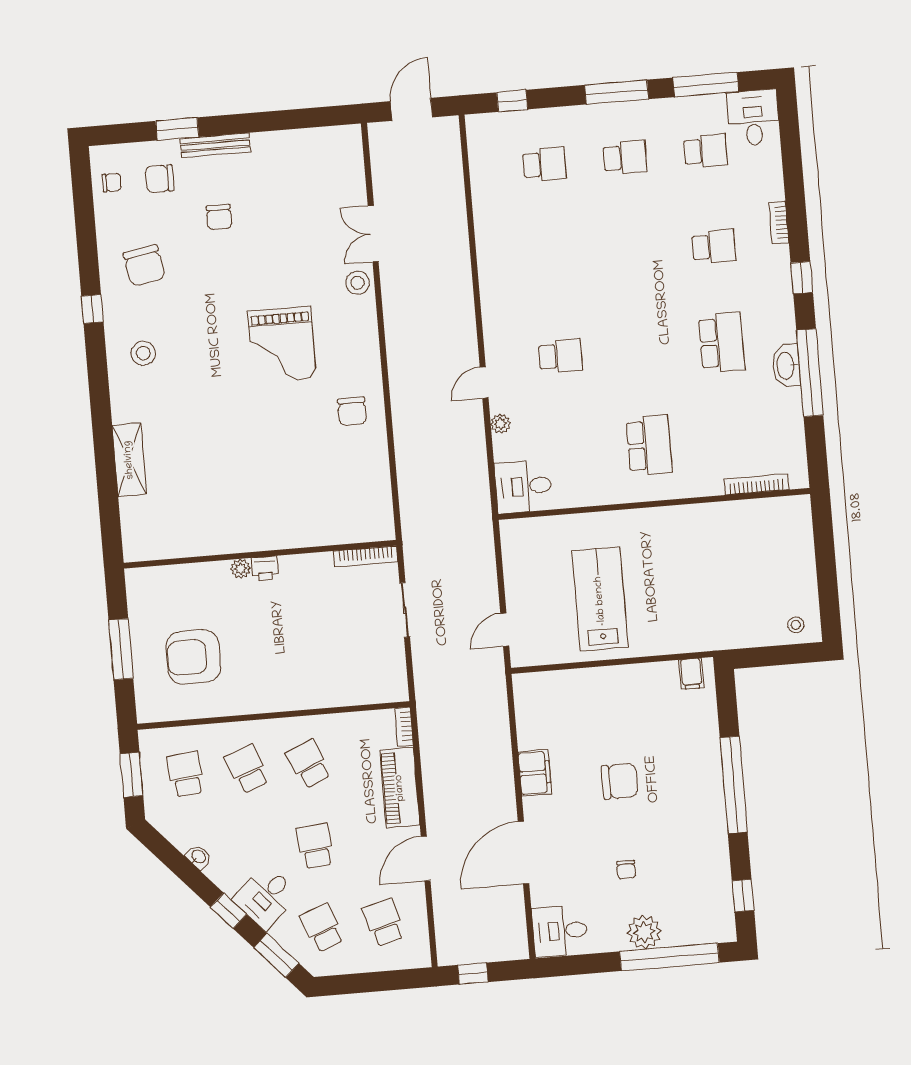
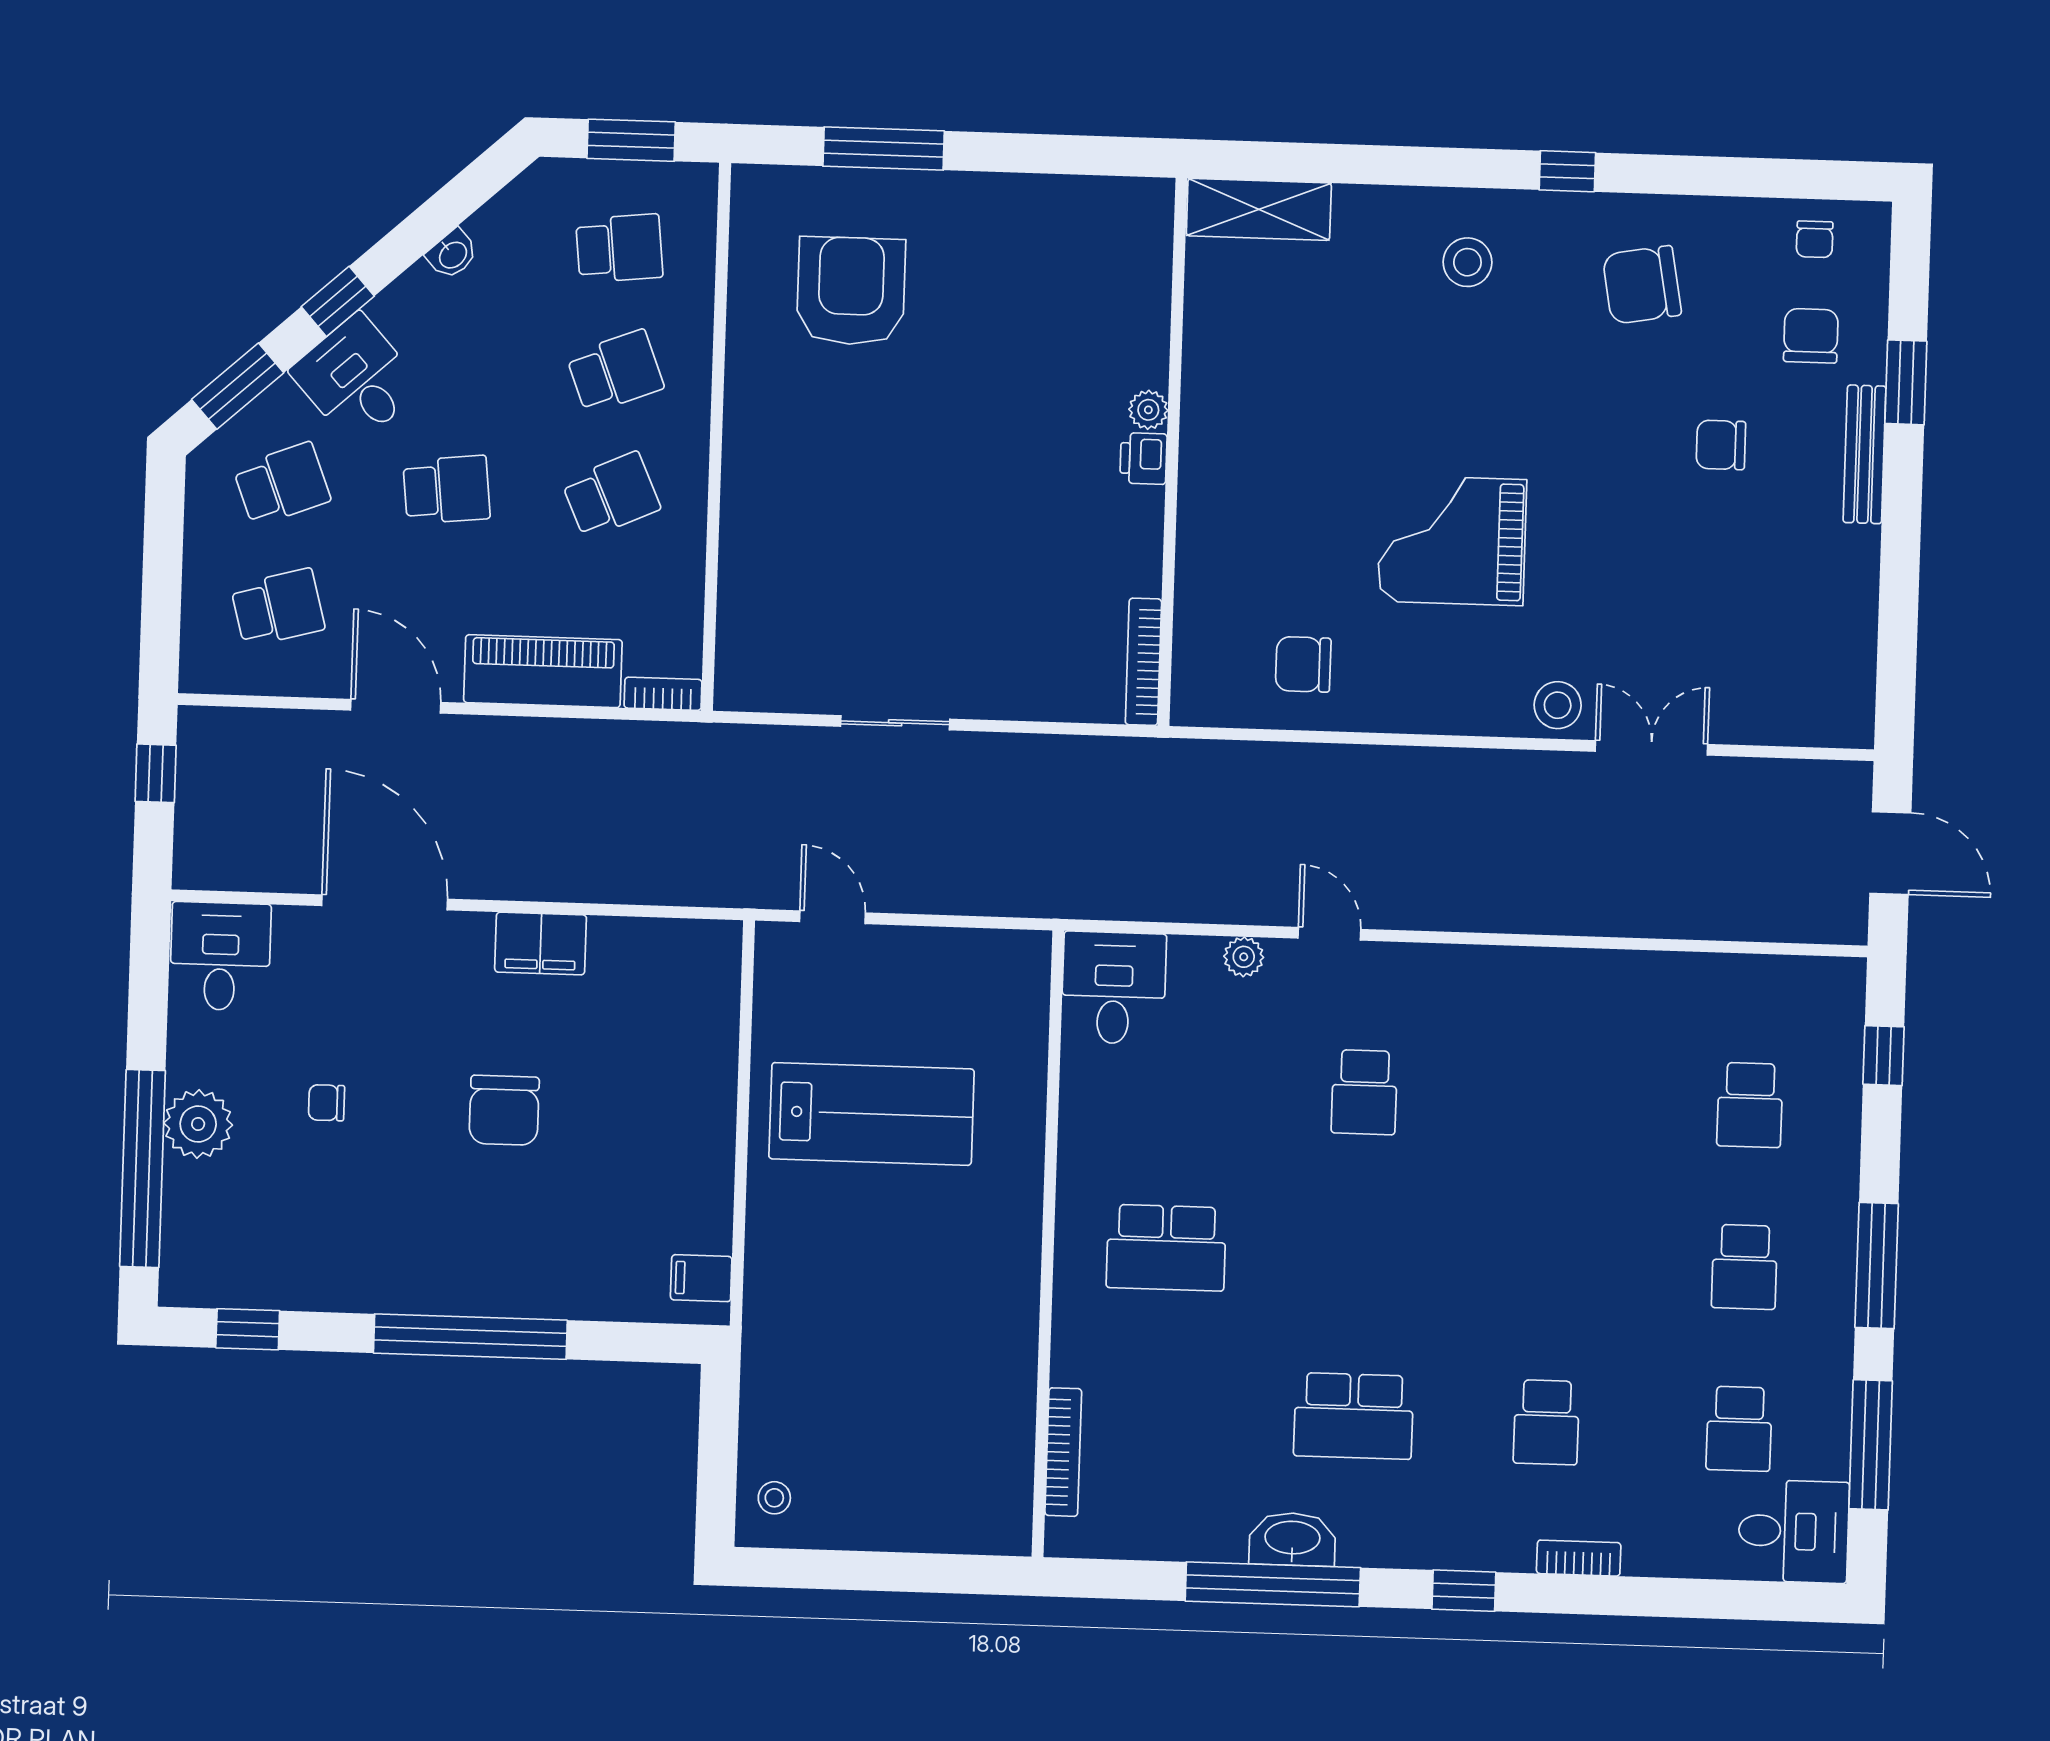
wall: (260, 554) -> (1172, 452), moved
bookcase: (366, 556) -> (1143, 662), moved
printer: (265, 568) -> (1143, 459), moved
plant: (241, 569) -> (1148, 410), moved

